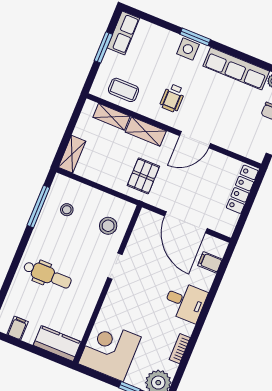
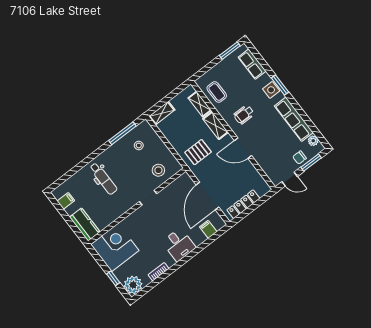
row of seats: (123, 33) -> (252, 64), moved, turned 90
window: (103, 47) -> (230, 51), moved
locker: (242, 189) -> (243, 204), moved

